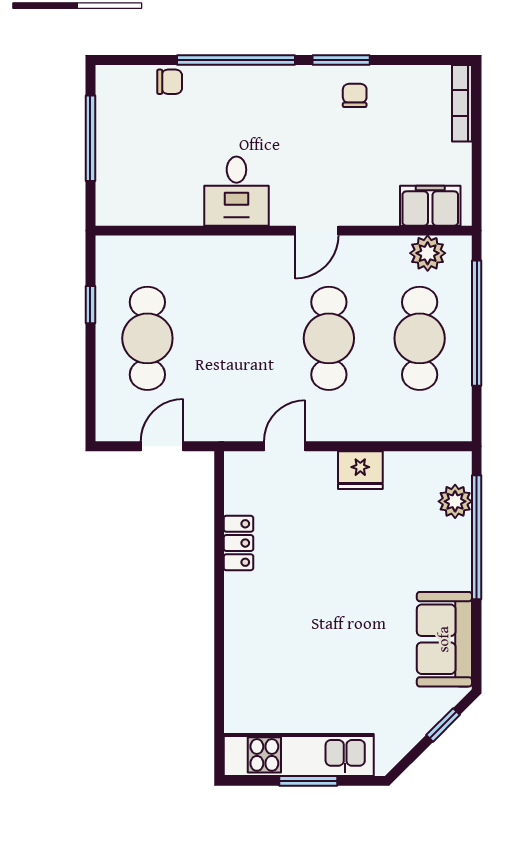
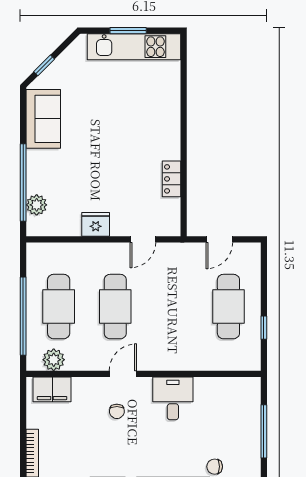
chair: (355, 95) -> (117, 411), moved

